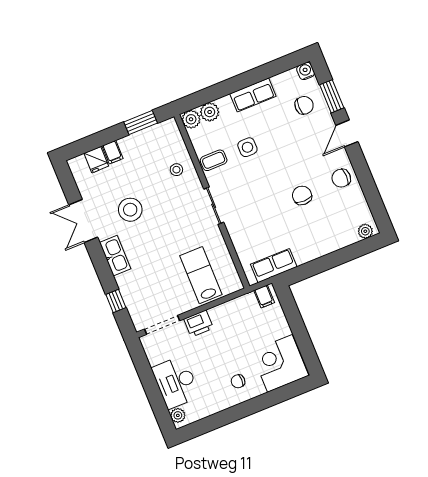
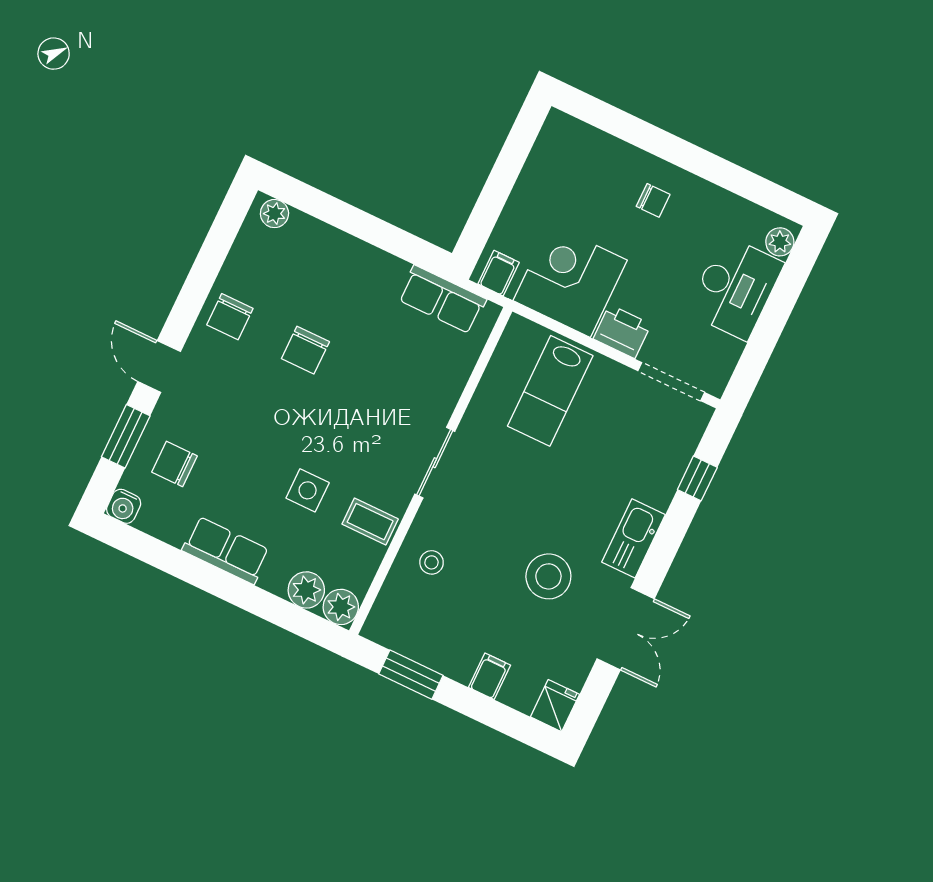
door: (347, 133) -> (159, 366), swing flipped
fridge: (96, 160) -> (555, 706), moved
chair: (341, 178) -> (230, 317), turned 90
corner desk: (280, 363) -> (570, 280), moved, turned 180

